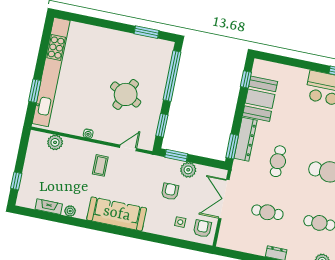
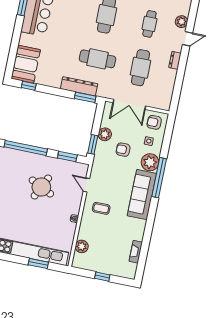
booth: (260, 99) -> (26, 64), moved, turned 90
cafe table: (278, 161) -> (98, 59), width x1.37, depth x1.35
window: (16, 181) -> (102, 277), moved
plant: (70, 211) -> (150, 162), moved, width x1.88, depth x1.88
cafe table: (267, 212) -> (140, 68), width x1.37, depth x1.35
window: (137, 234) -> (159, 178), added

